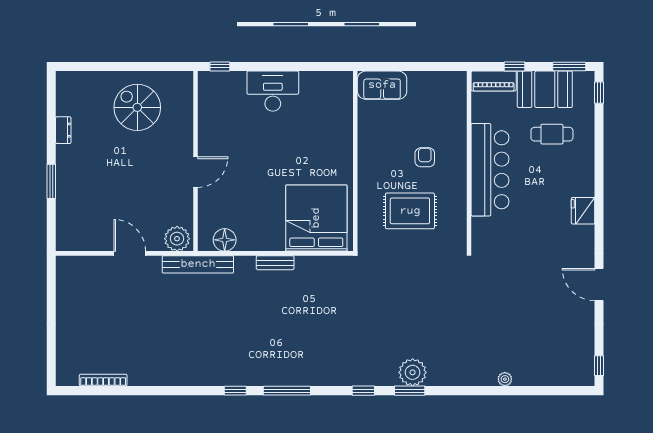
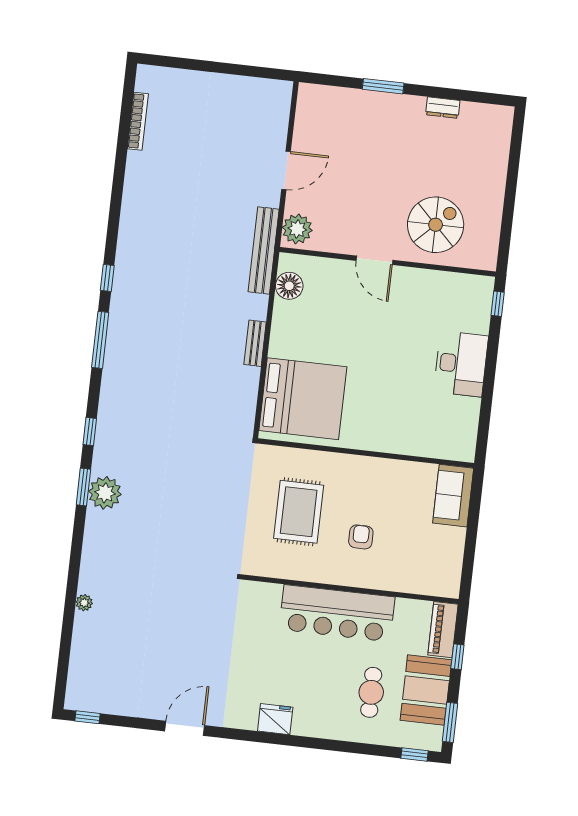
spiral stairs: (137, 107) -> (436, 225), moved
armchair: (425, 157) -> (361, 537), turned -90

